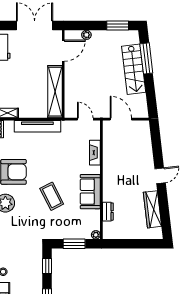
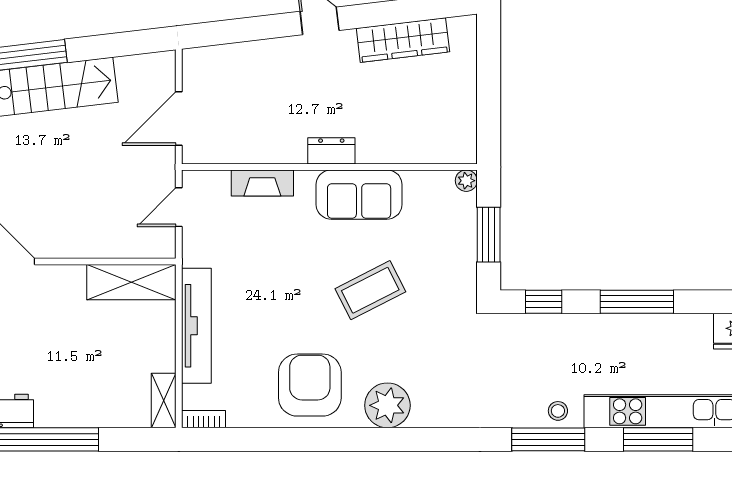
shelving: (55, 92) -> (131, 282), width x0.68
dresser: (108, 212) -> (331, 151), moved

